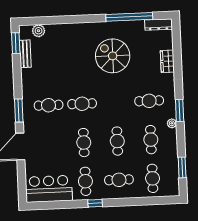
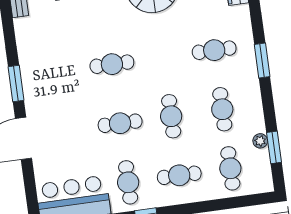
cafe table: (49, 105) -> (61, 71), removed
plant: (172, 123) -> (260, 141), moved
cafe table: (84, 143) -> (120, 123), turned 90

